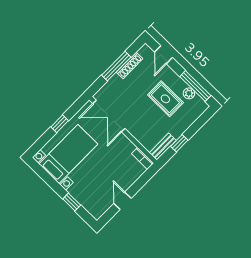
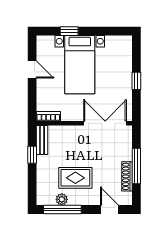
bed with nightstands: (68, 154) -> (80, 65), moved

